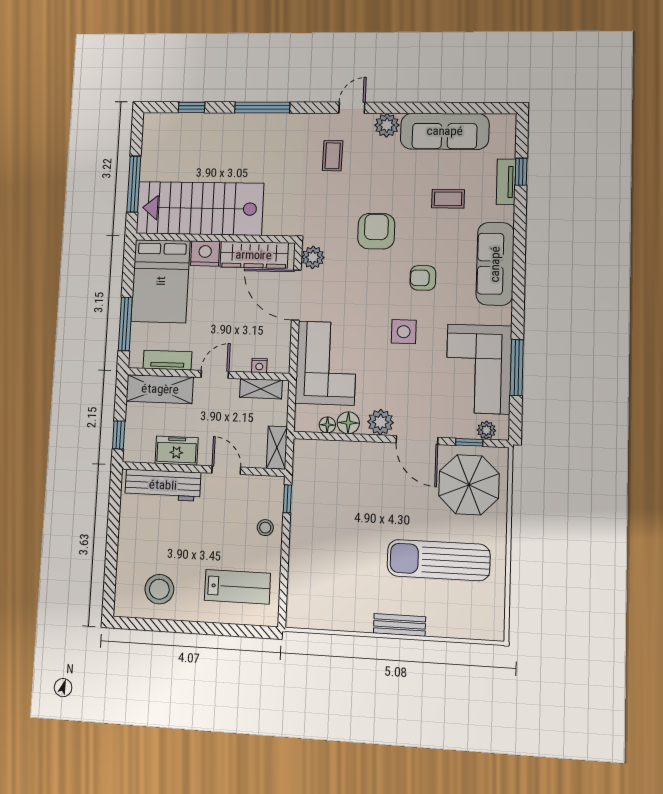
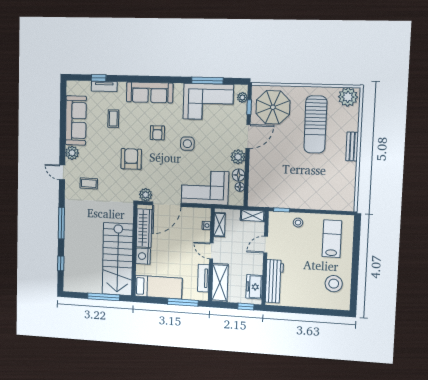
armchair: (376, 231) -> (131, 159), turned 90
bed: (161, 281) -> (158, 287), width x0.67
freezer: (177, 451) -> (254, 287), moved
plant: (488, 619) -> (348, 97), added

